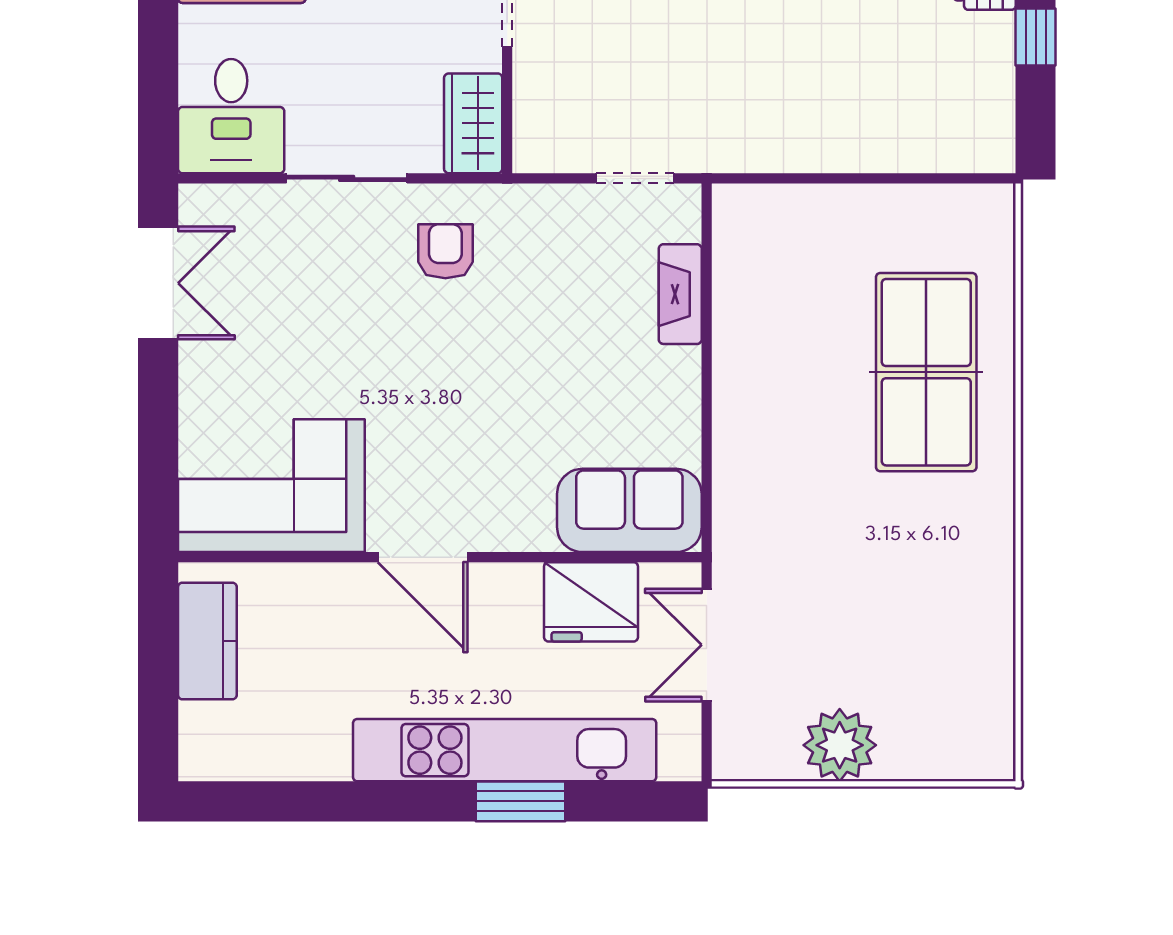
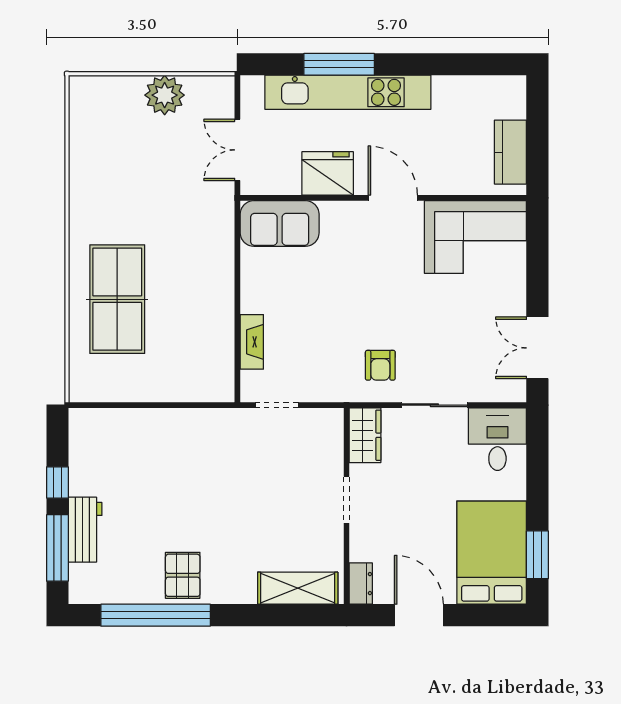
fridge: (591, 602) -> (328, 173), moved
double door: (707, 645) -> (237, 150), swing flipped
window: (521, 801) -> (339, 64), width x1.44

